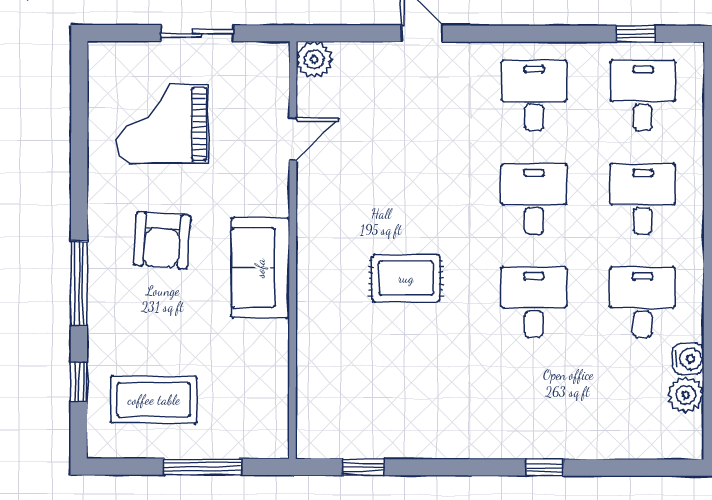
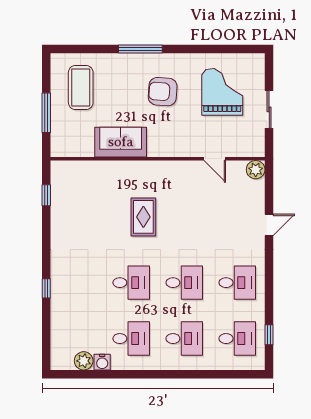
sofa: (260, 268) -> (121, 142), moved
window: (79, 382) -> (90, 49), removed

